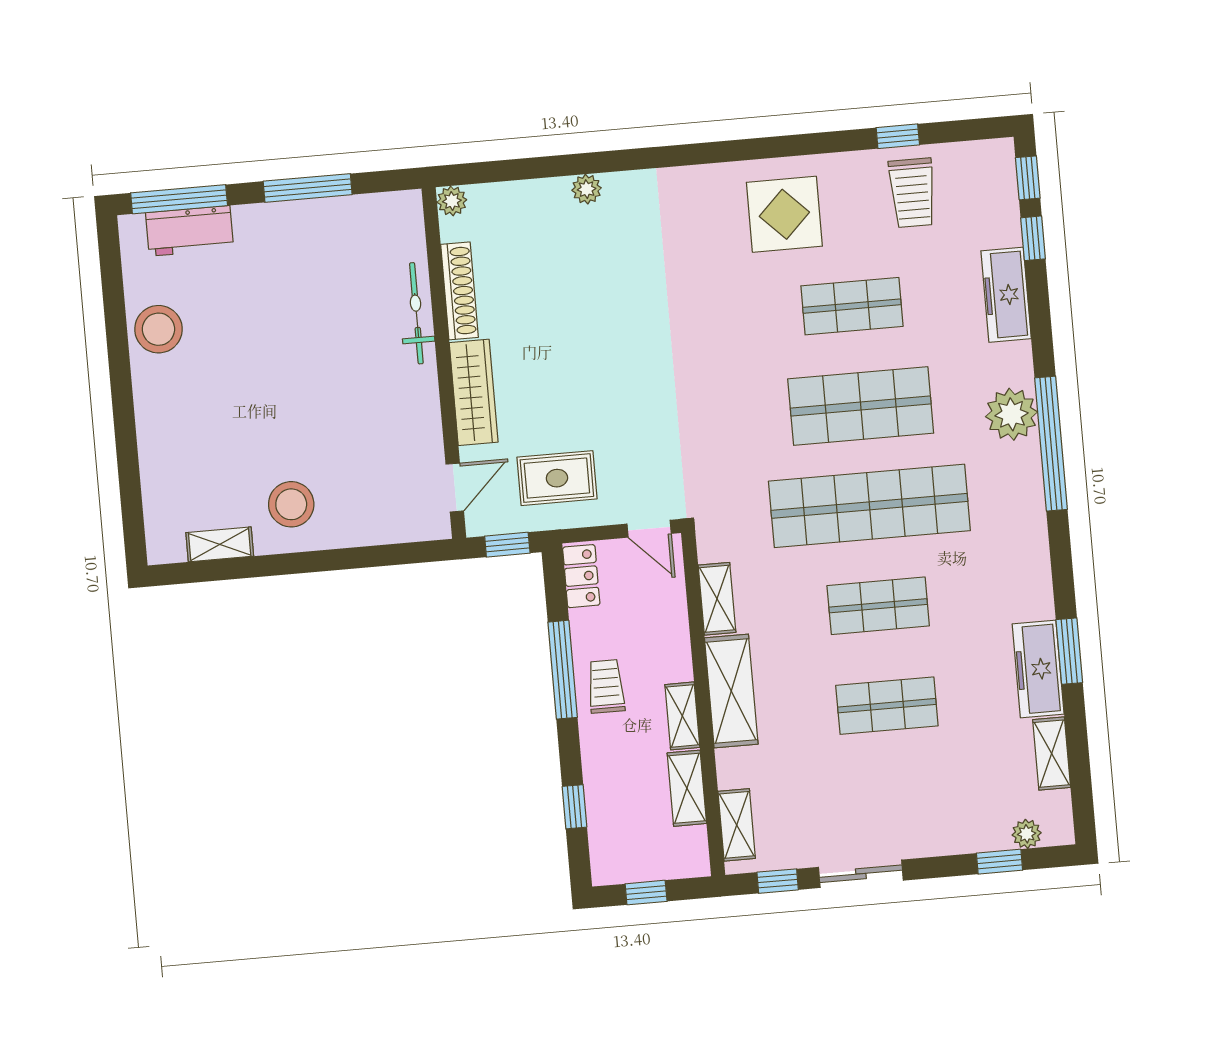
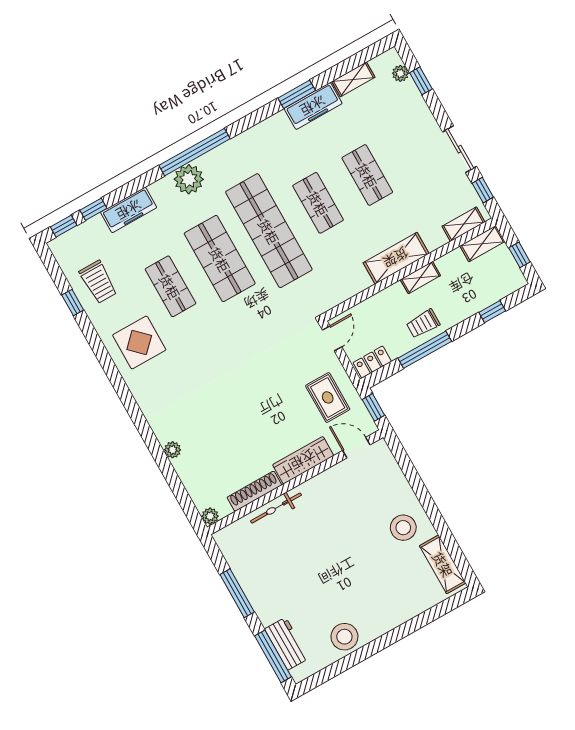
trolley: (912, 193) -> (98, 282), turned 90
shelving: (220, 544) -> (443, 564), width x1.50, depth x1.33
shelving: (717, 599) -> (352, 287), removed
shelving: (687, 788) -> (482, 244), moved

